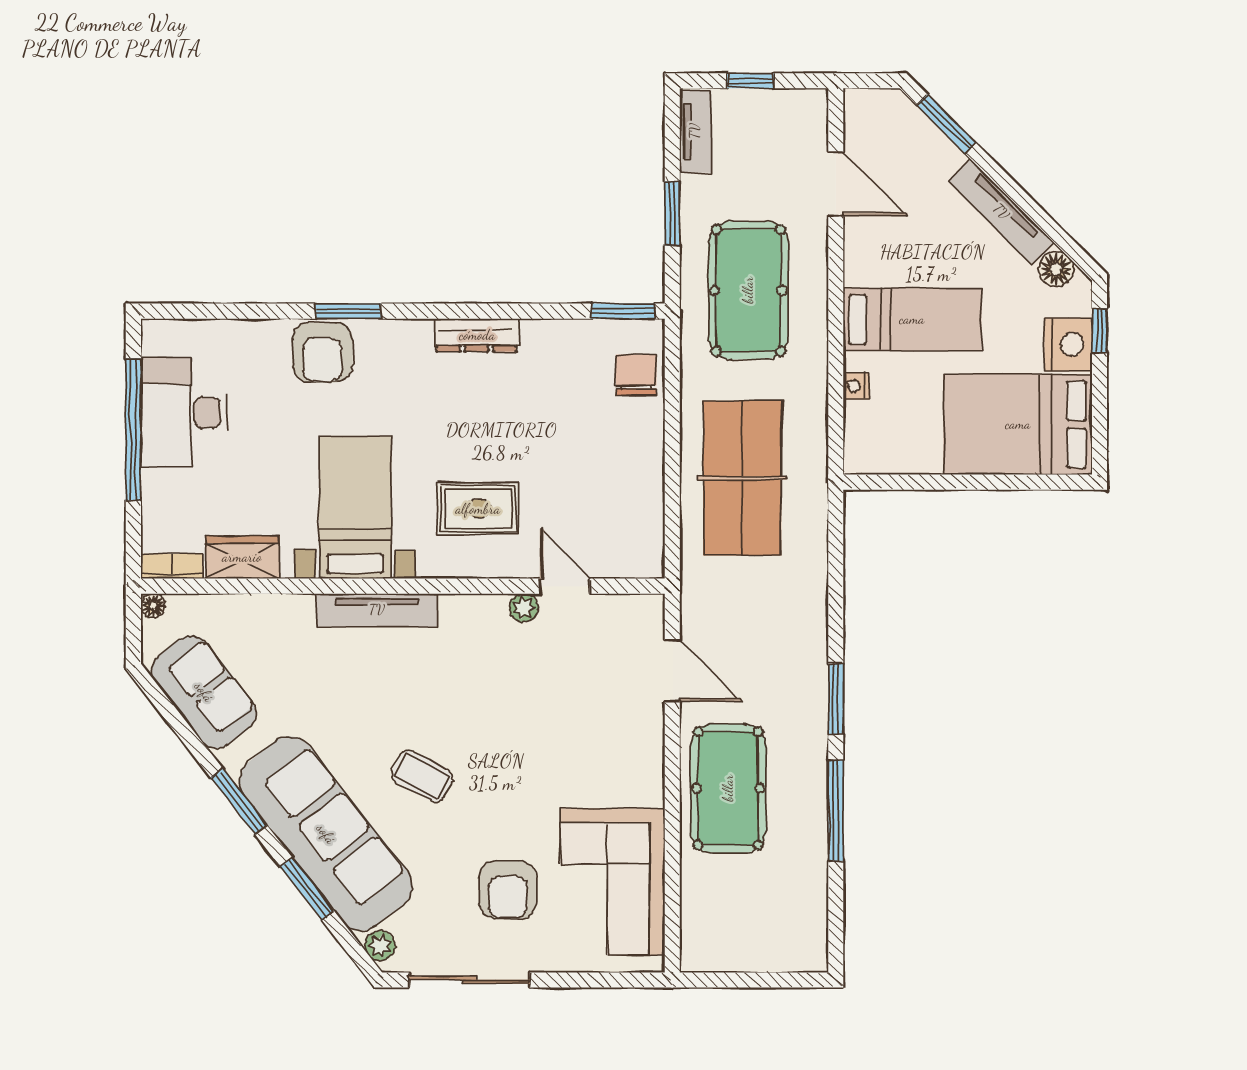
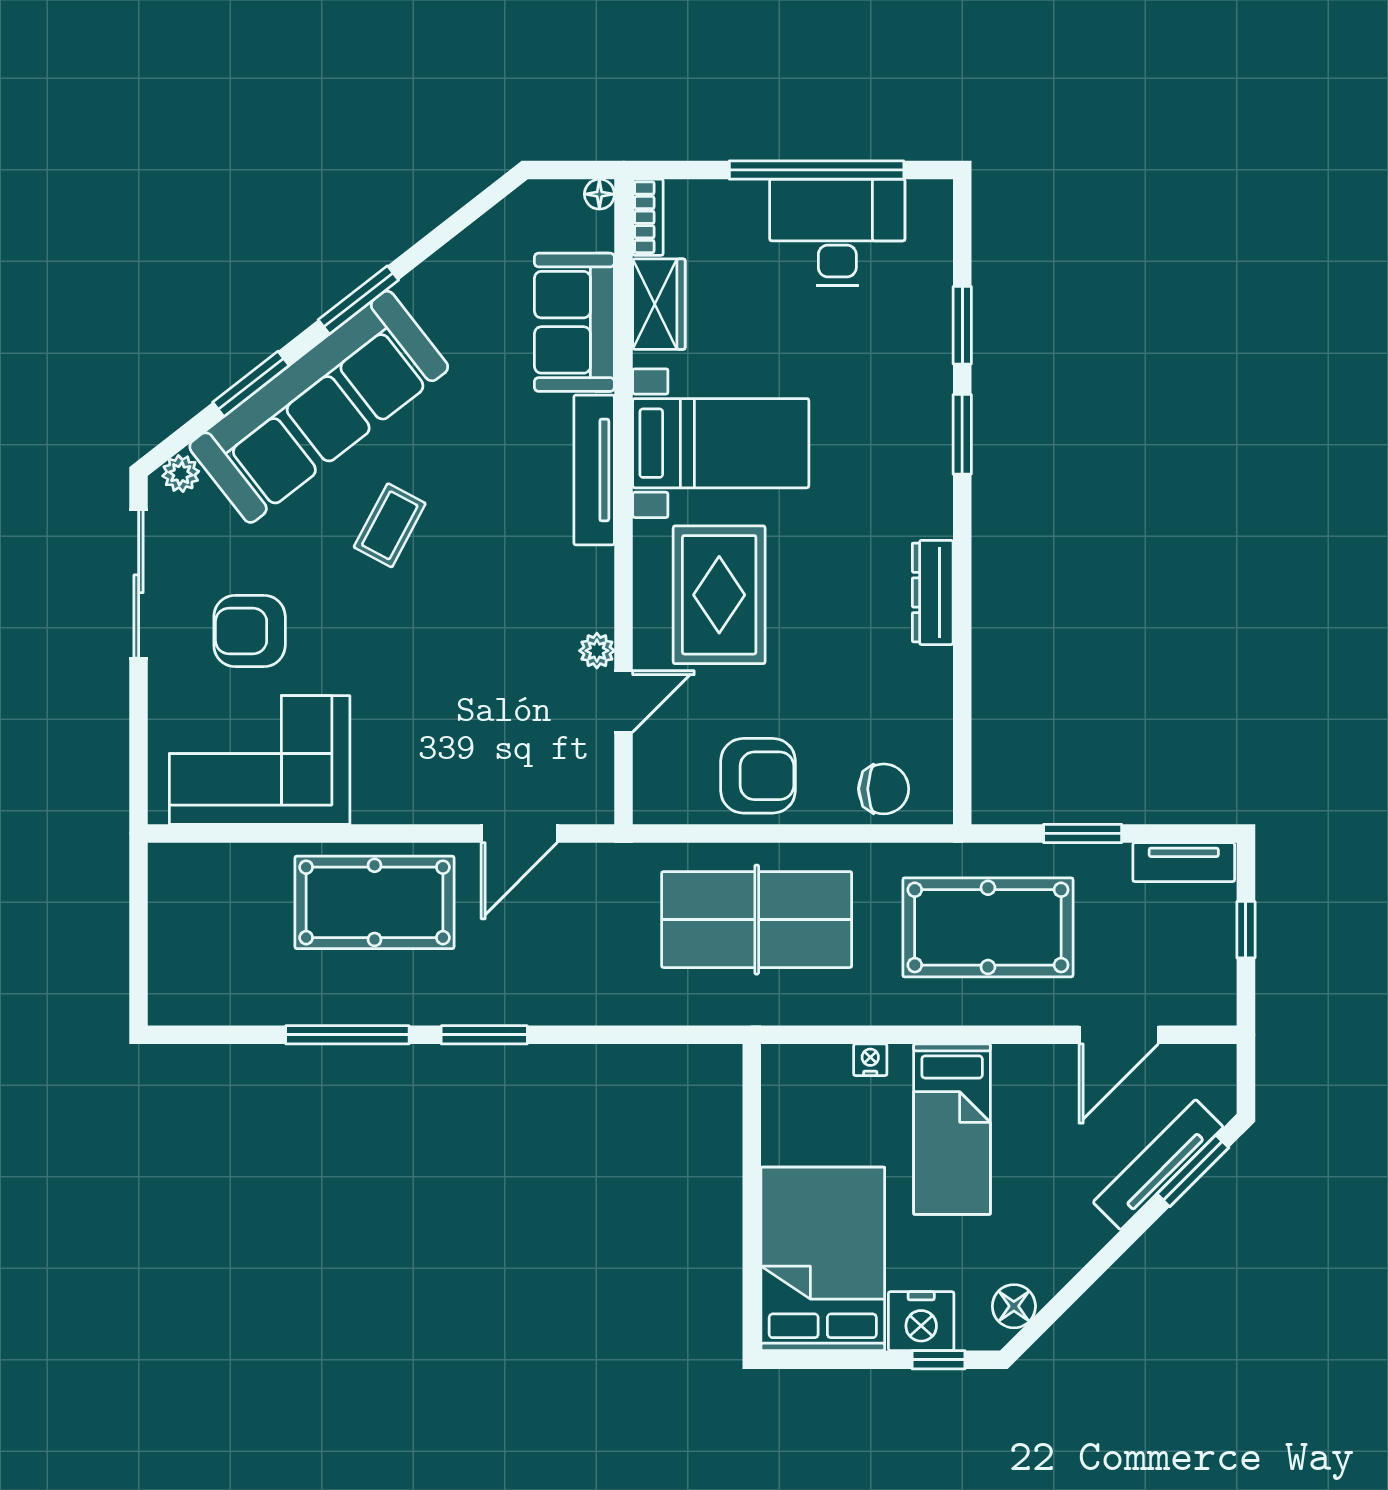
tv unit: (1001, 212) -> (1158, 1165), moved
window: (623, 311) -> (962, 325), moved
armchair: (322, 352) -> (758, 776), moved, turned 180
rug: (478, 509) -> (719, 595), width x1.36, depth x1.43
sofa: (204, 692) -> (574, 322), moved, turned 128

